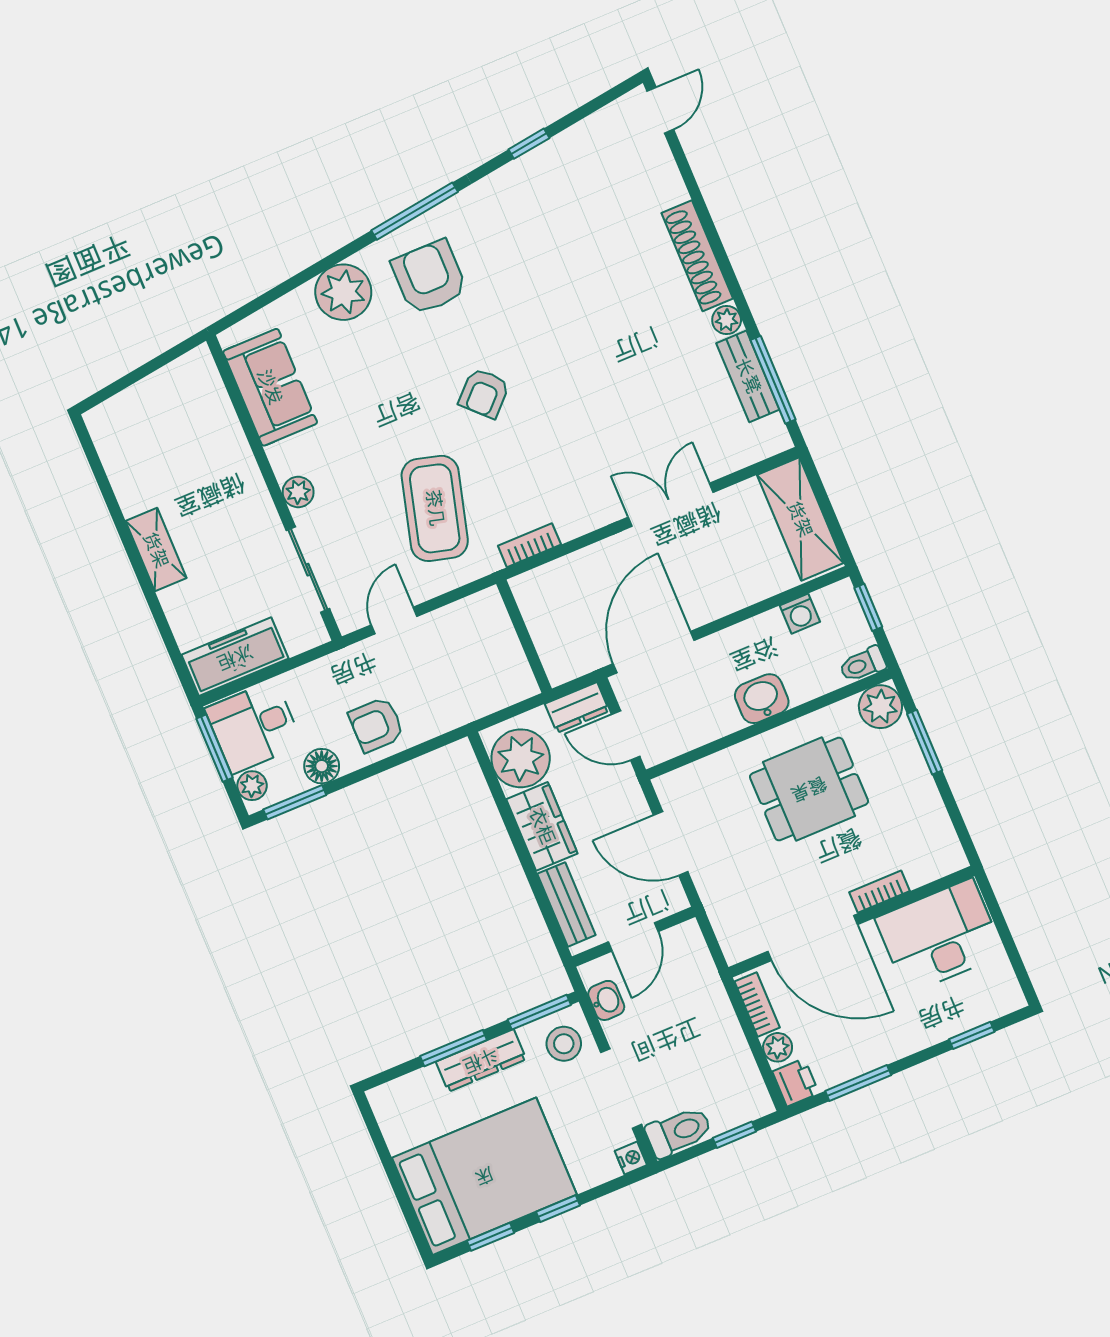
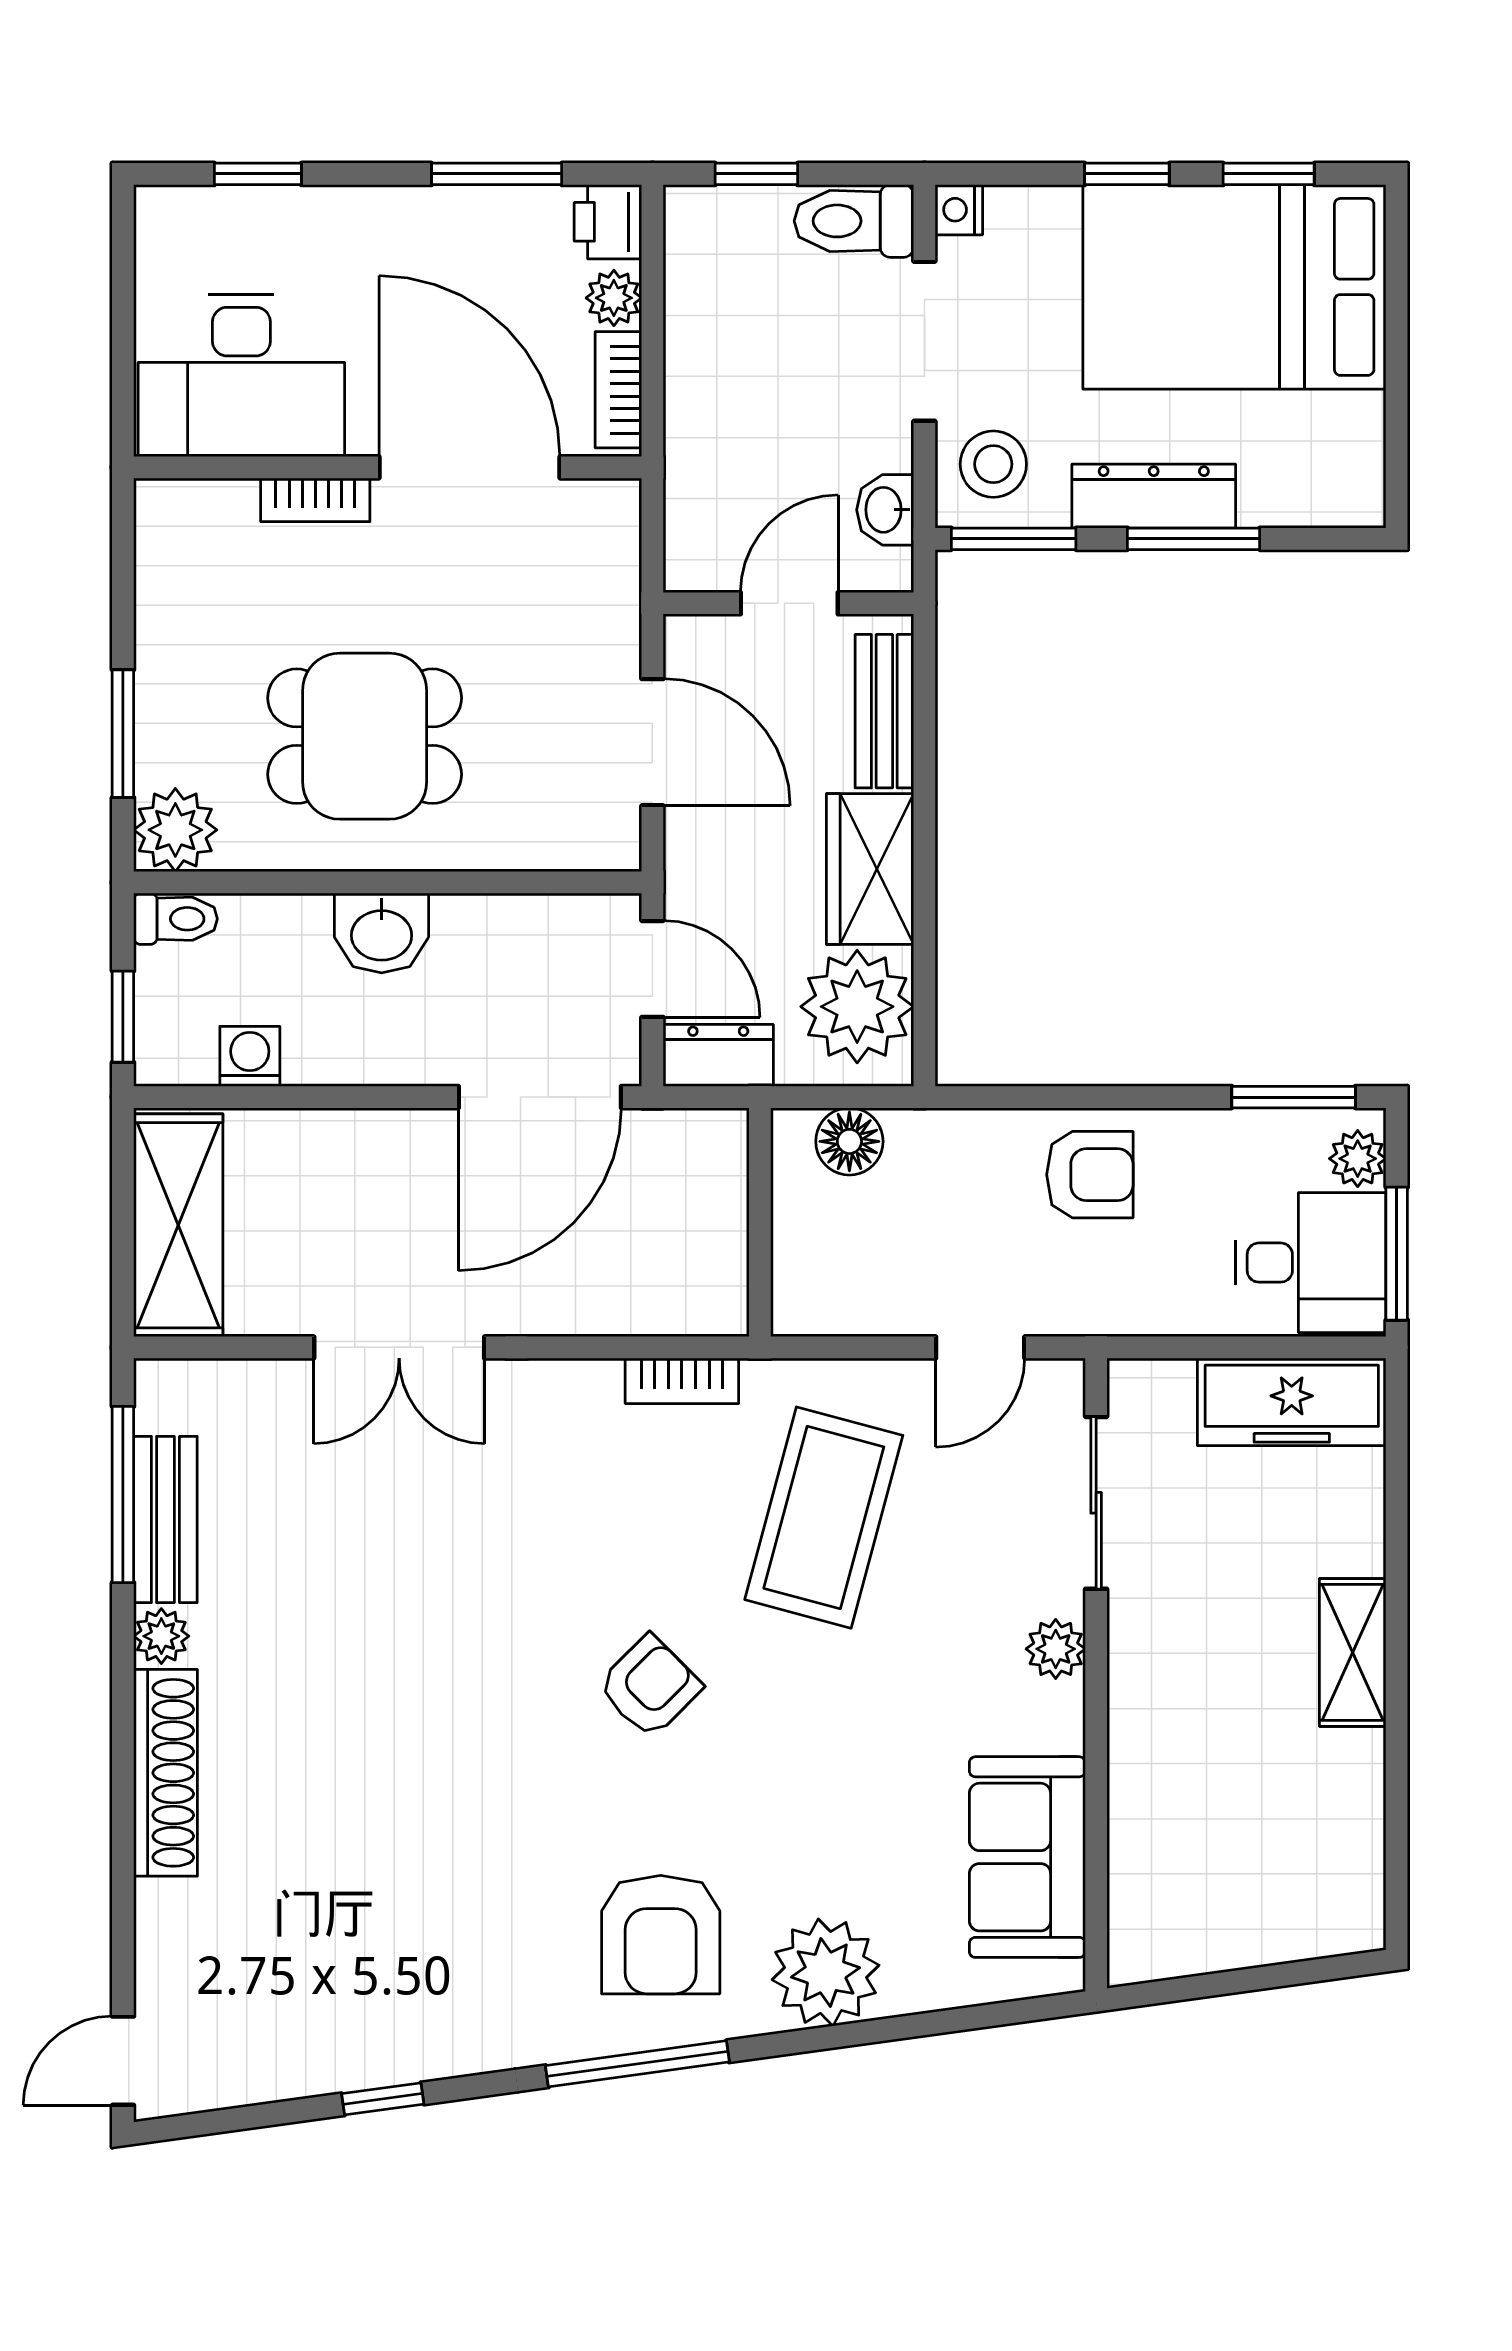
floor lamp: (322, 766) -> (849, 1141), moved

